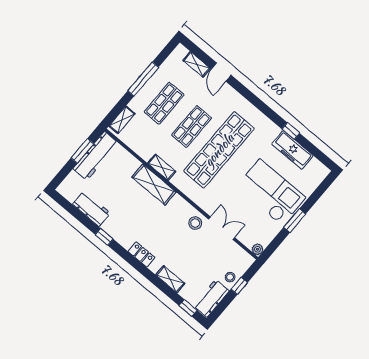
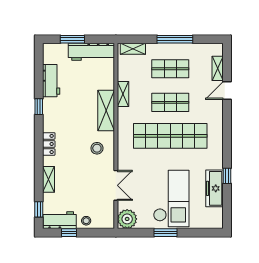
window: (82, 151) -> (72, 39), moved
shelving: (162, 167) -> (123, 94), moved
stool: (195, 223) -> (97, 148), moved
plant: (258, 249) -> (127, 219), width x1.88, depth x1.88
window: (239, 286) -> (69, 233), moved

